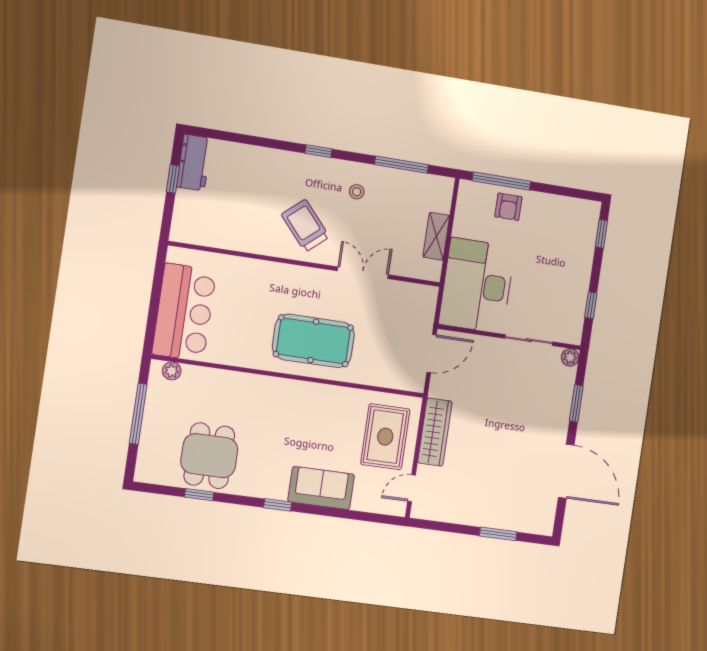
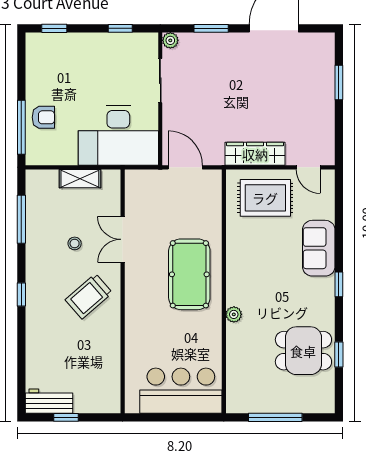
stool: (357, 192) -> (75, 243), moved
plant: (172, 371) -> (234, 314), moved

